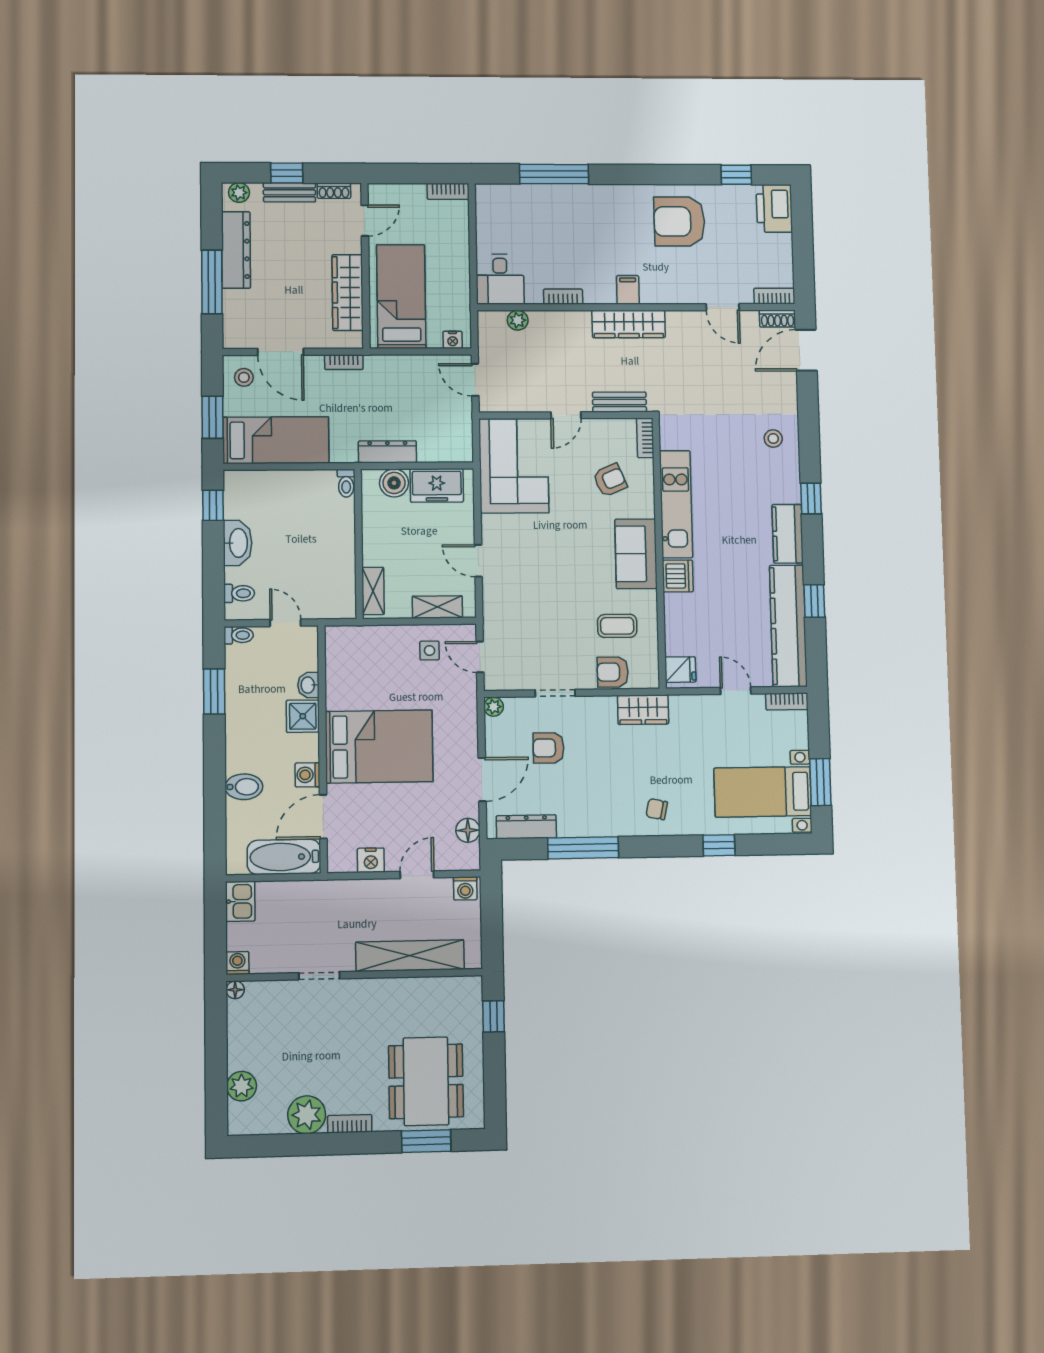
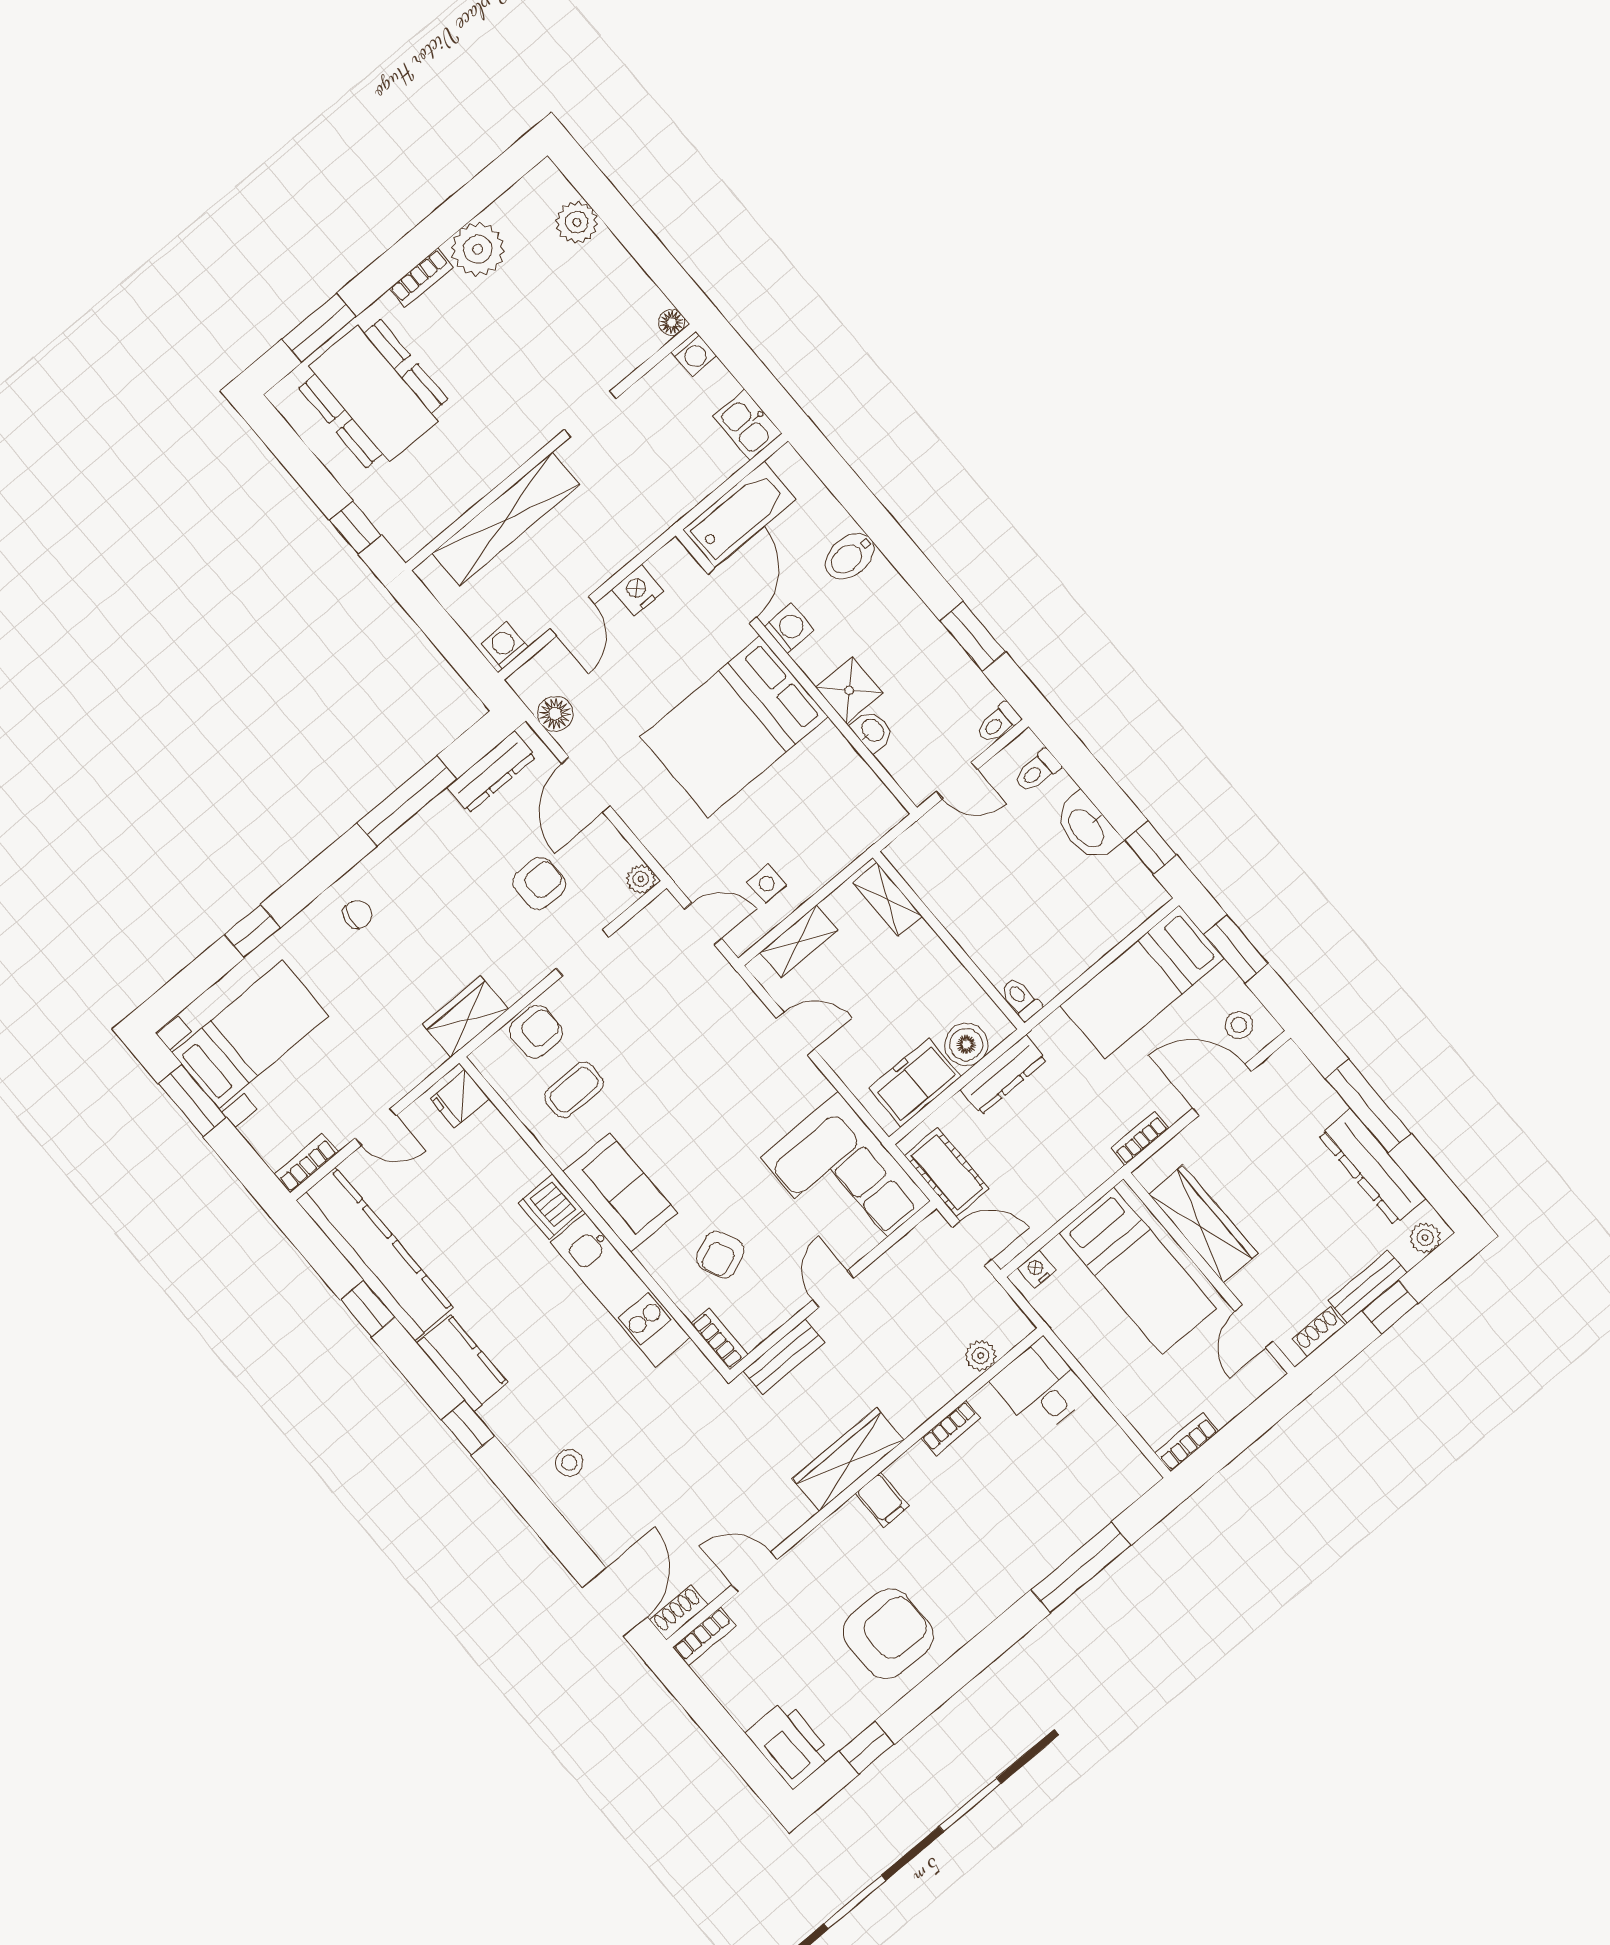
cot: (458, 426) -> (947, 1172), added

